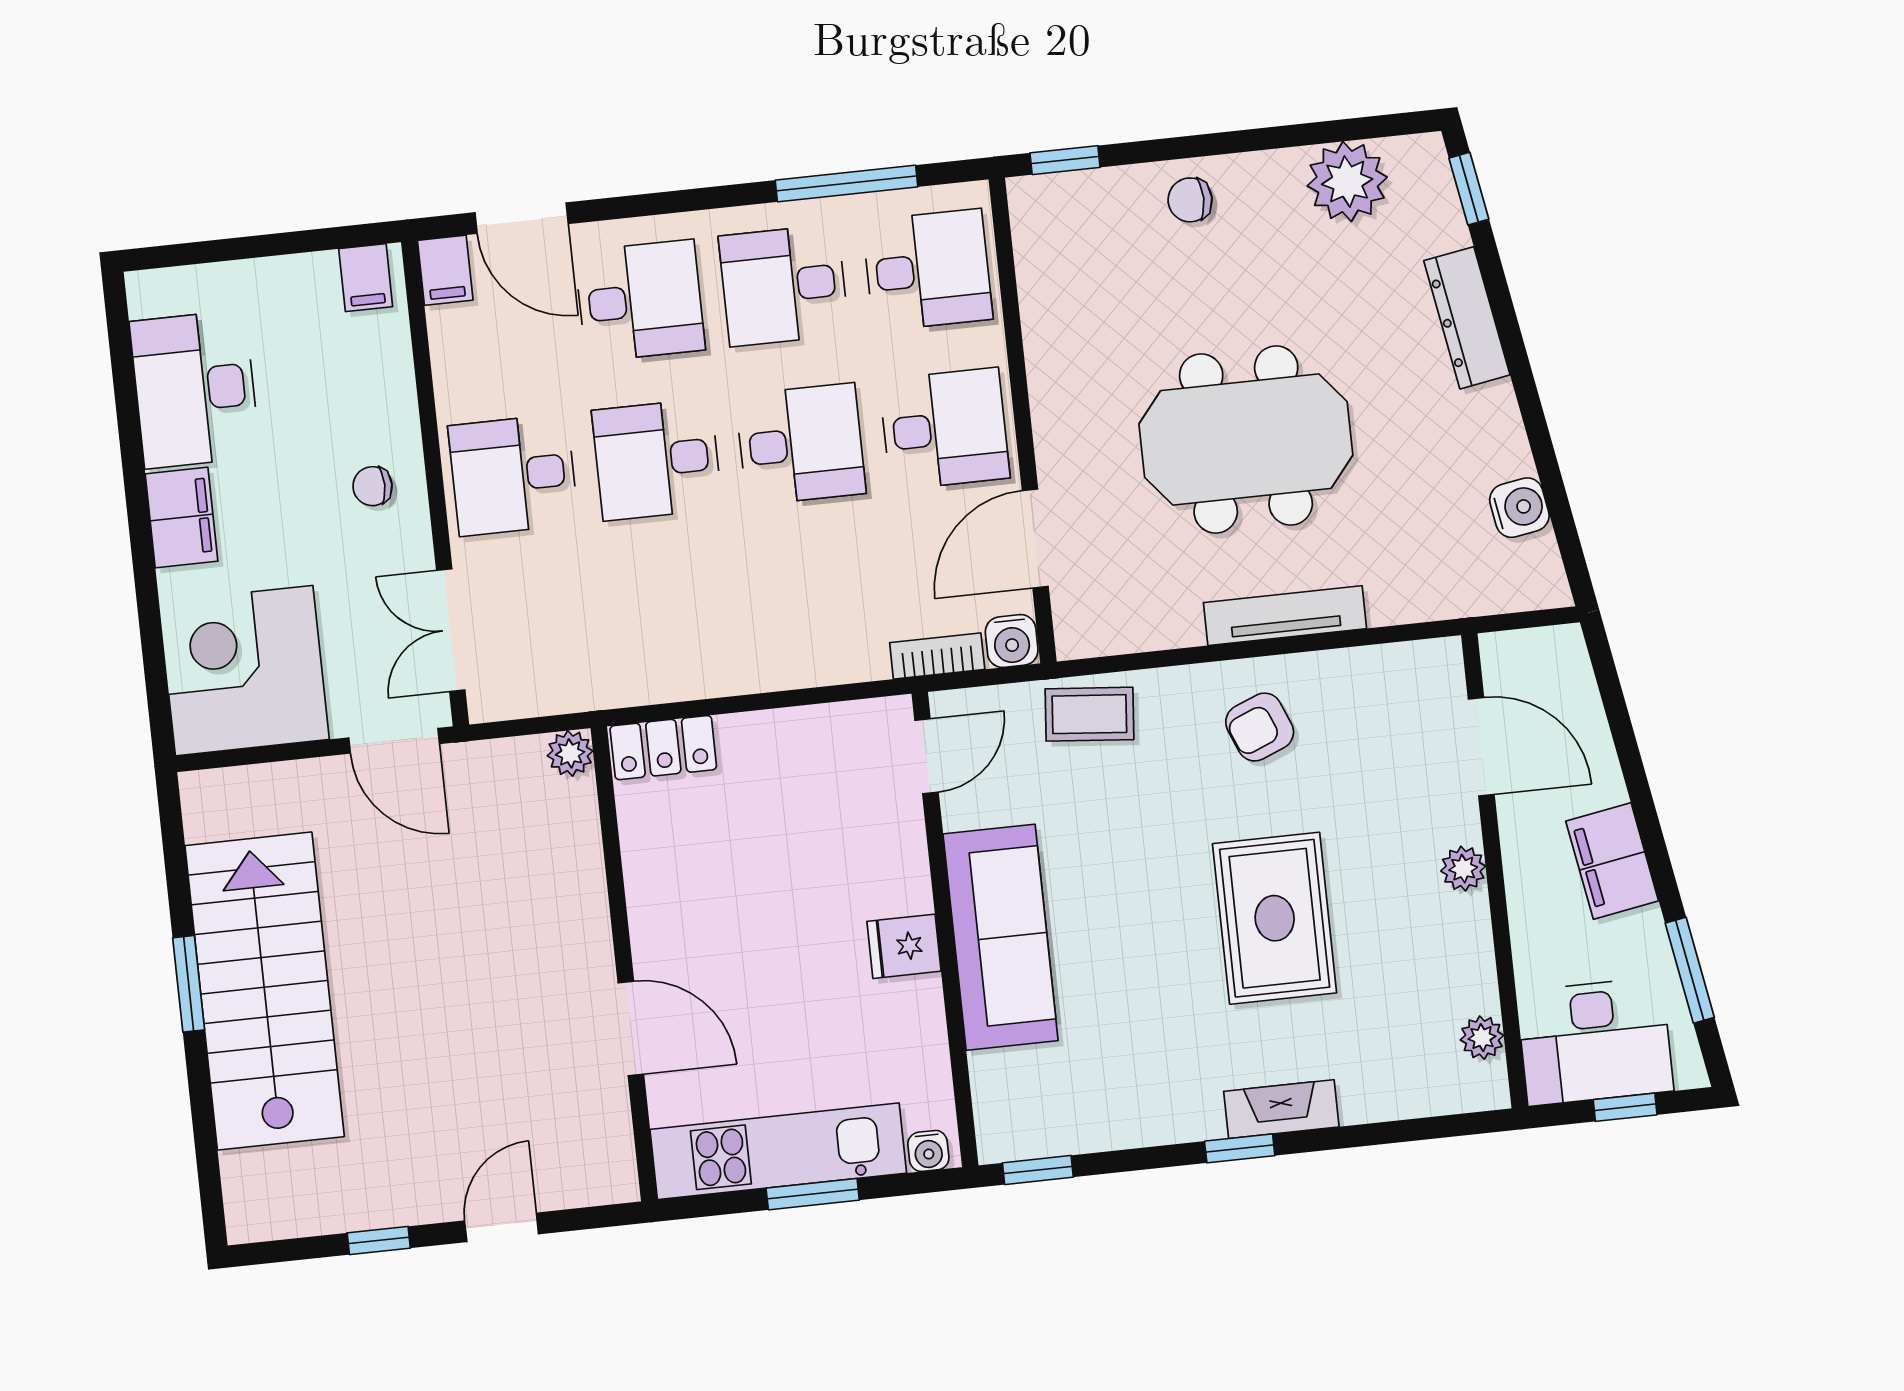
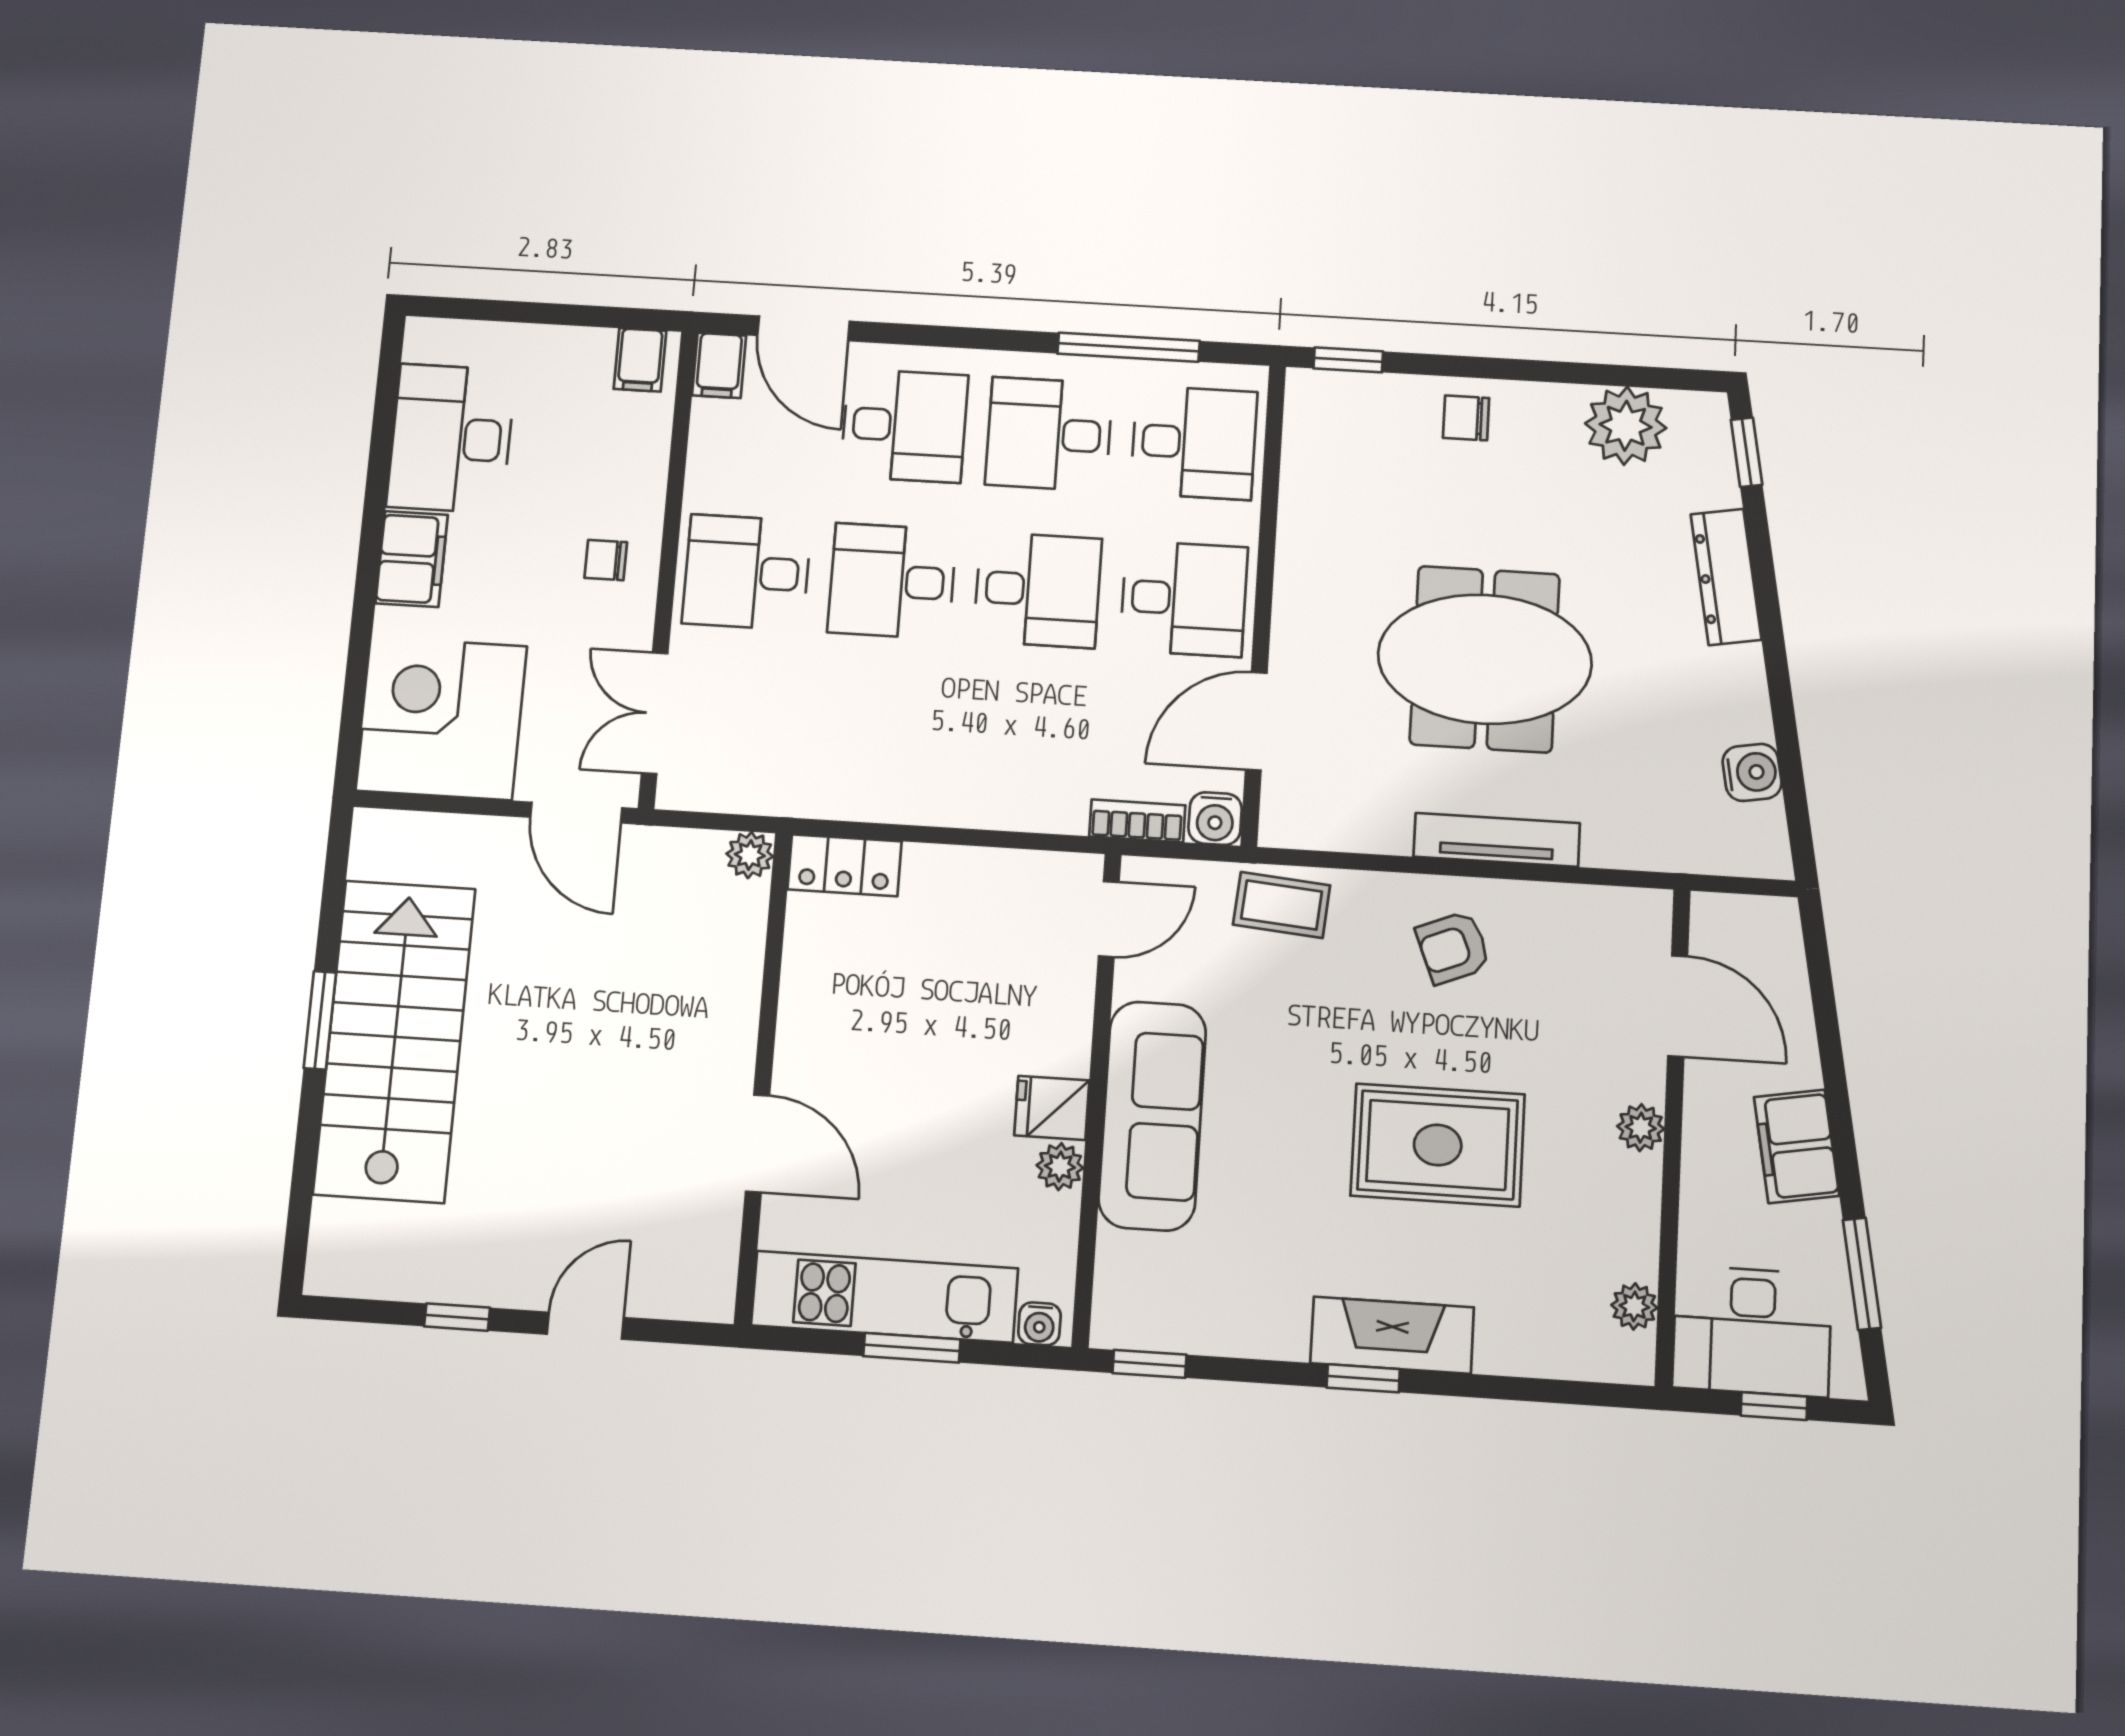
rug: (1275, 918) -> (1438, 1145), turned 90
plant: (922, 1000) -> (1060, 1167), added
fireplace: (1281, 1109) -> (1392, 1335), width x1.37, depth x1.32

